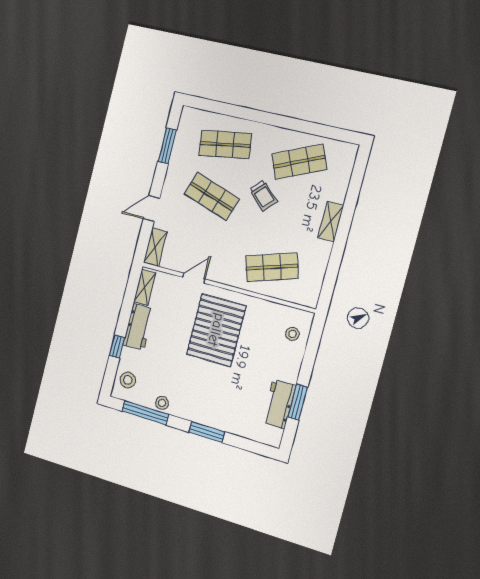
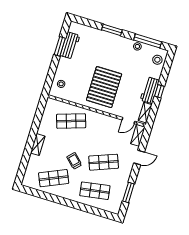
shop shelf: (212, 196) -> (104, 162), turned -39
door: (194, 278) -> (128, 121), moved
window: (117, 347) -> (159, 91), moved

